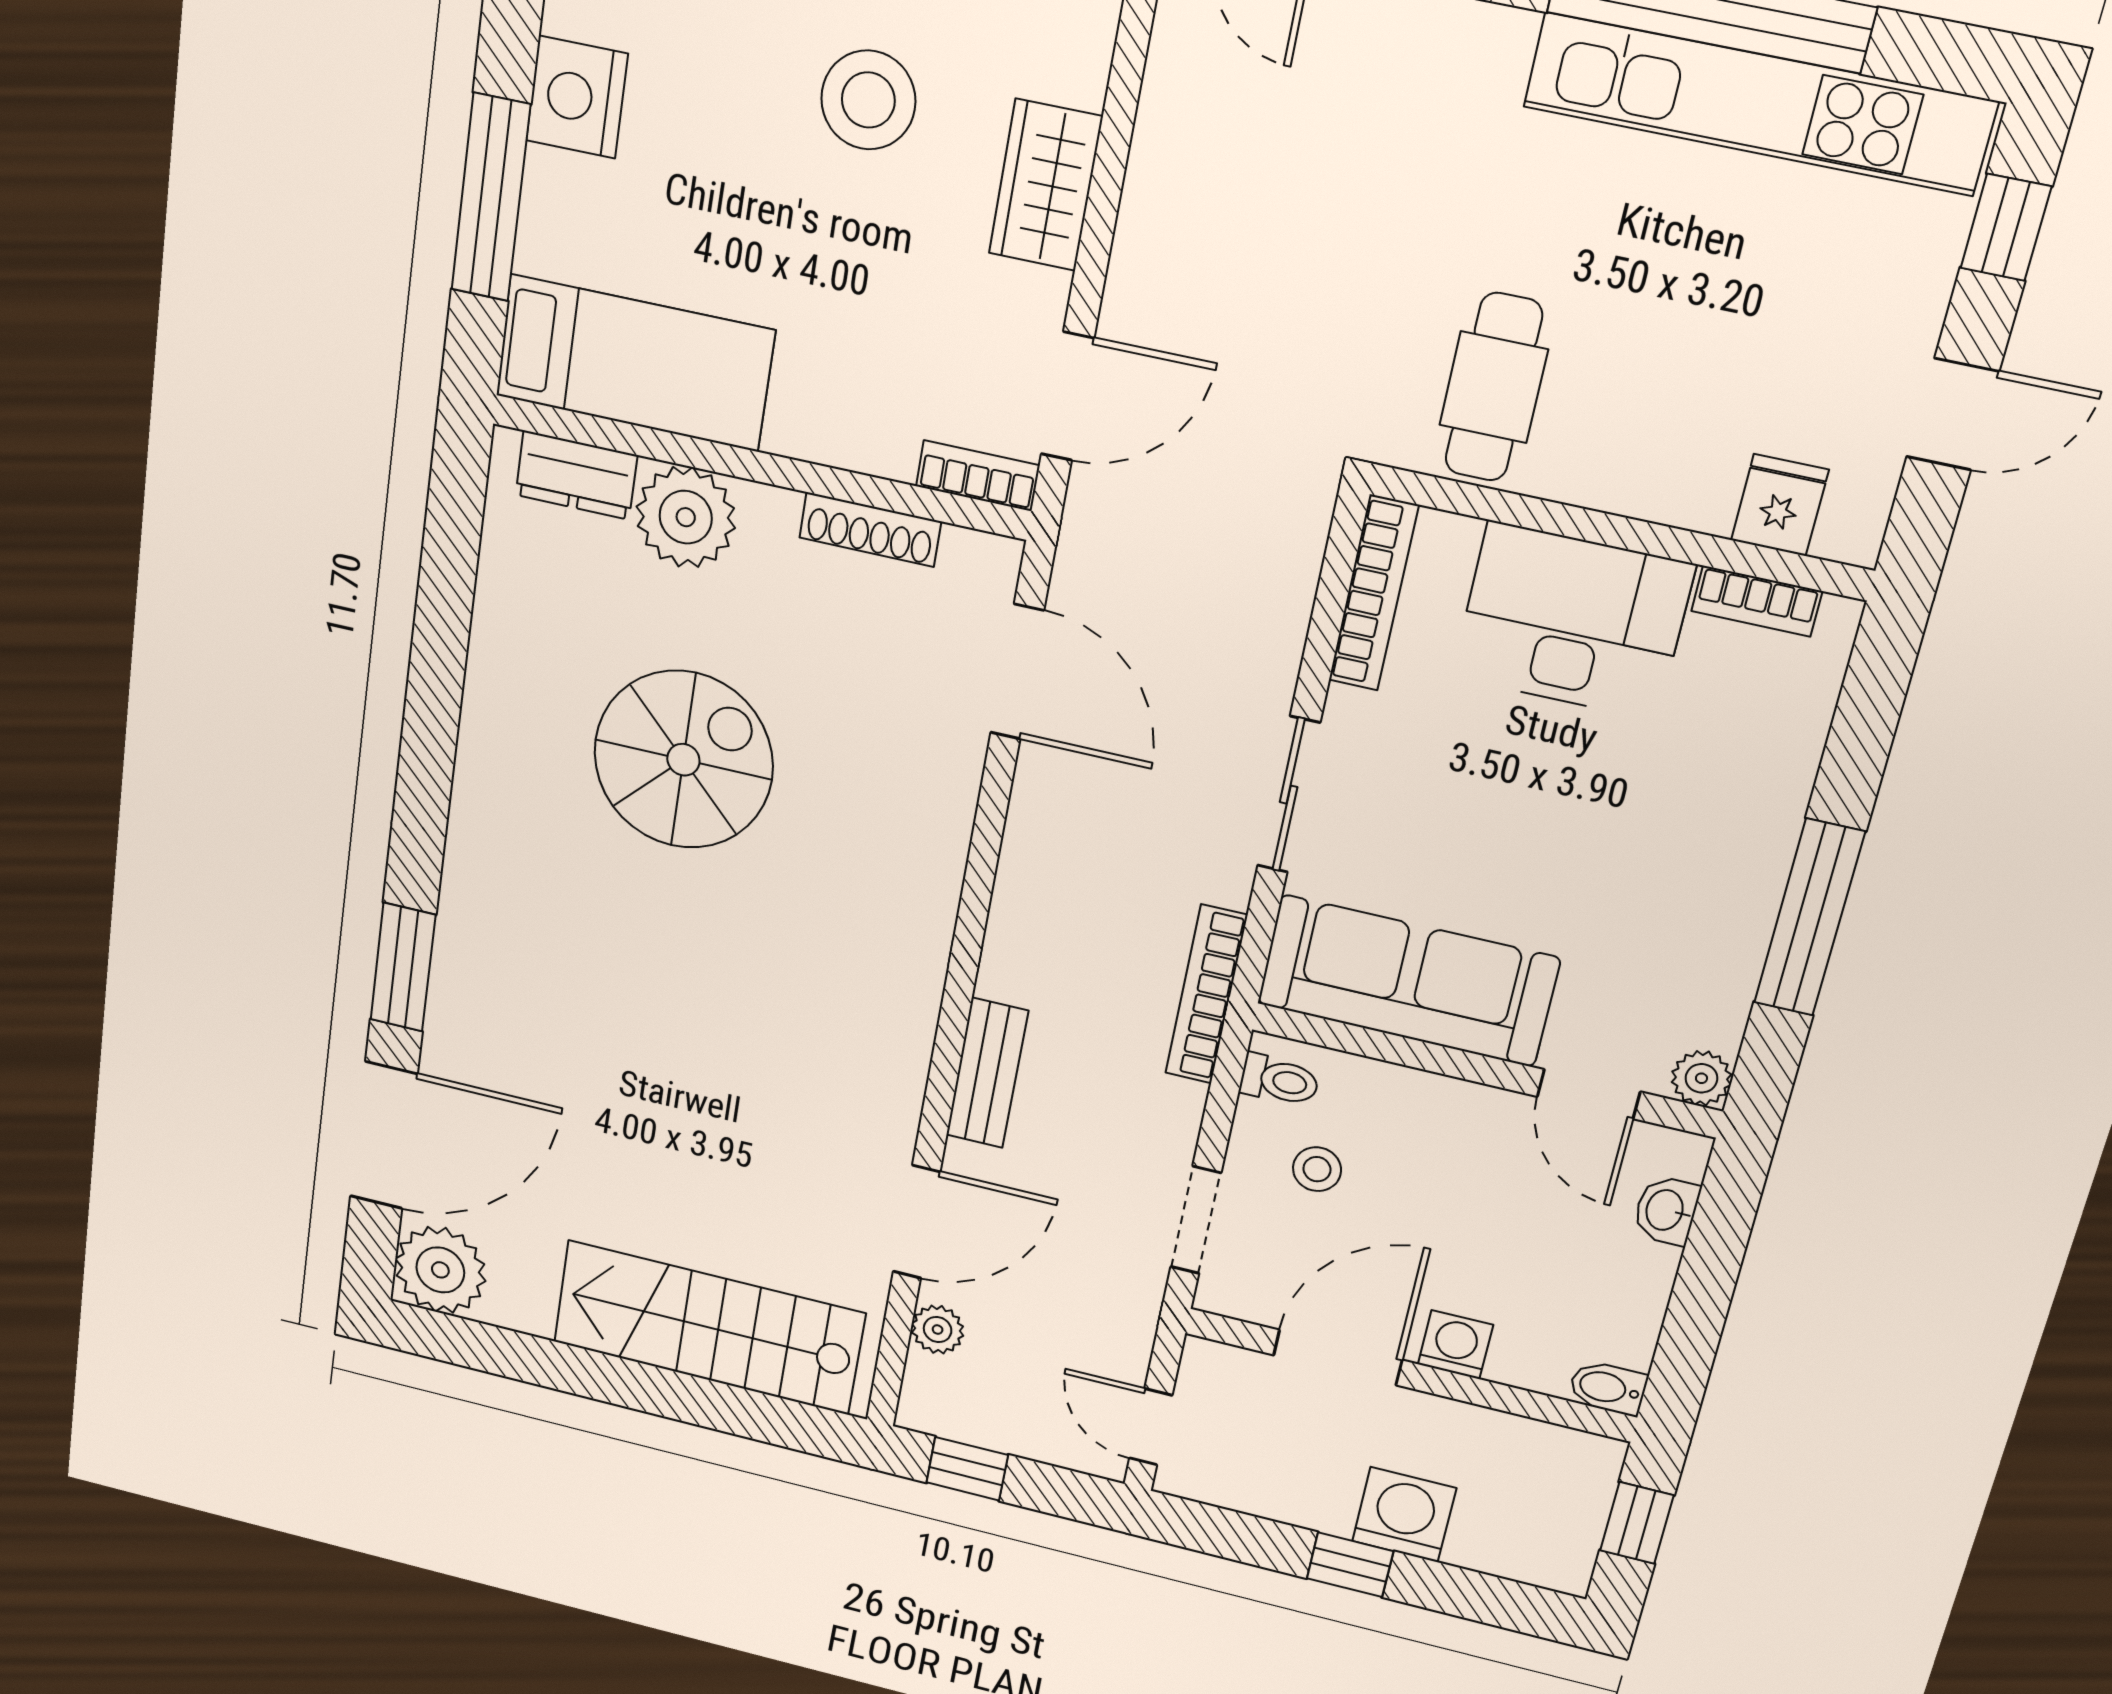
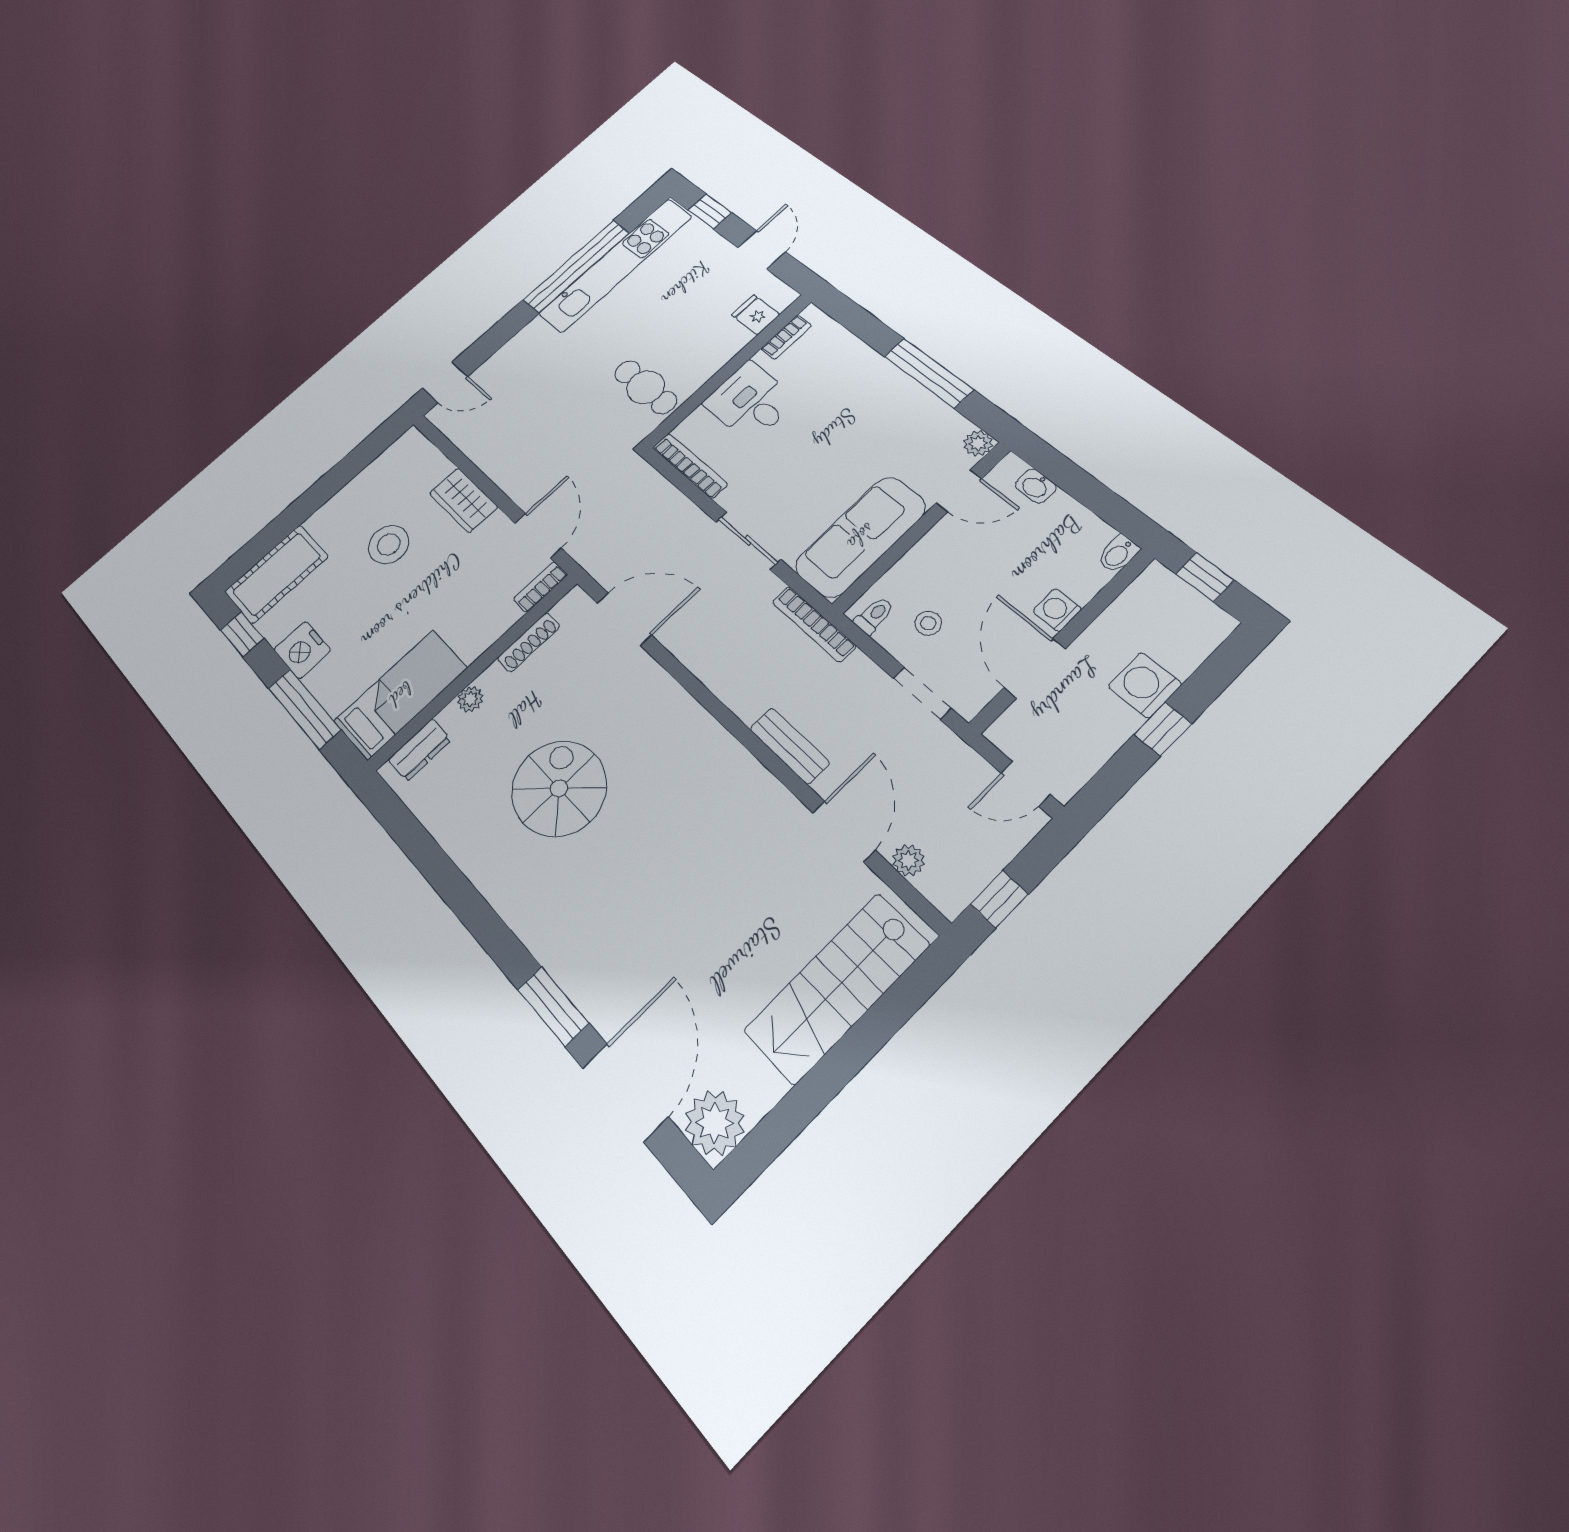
plant: (686, 517) -> (470, 699), width x0.53, depth x0.53
desk: (1573, 621) -> (750, 402), width x0.73

